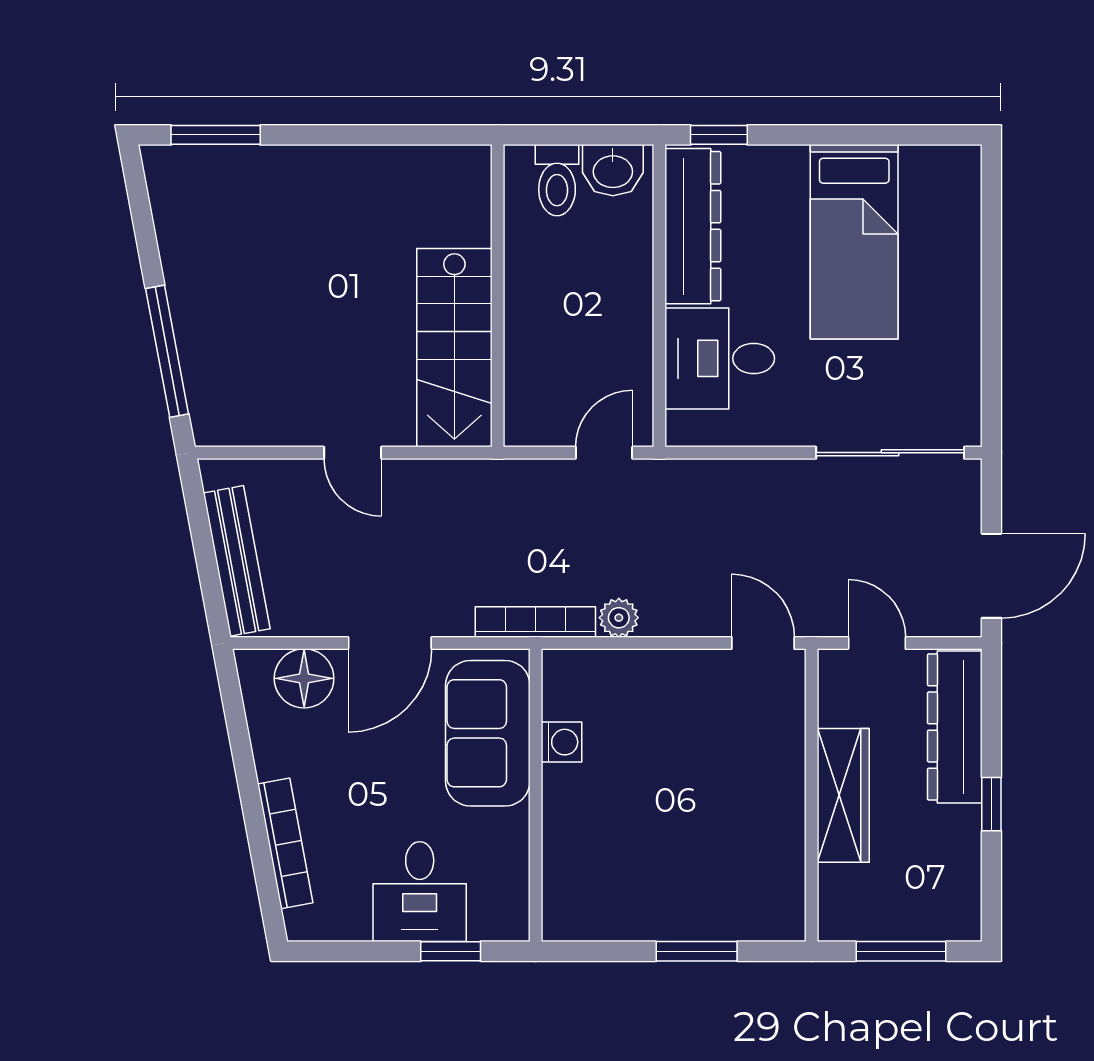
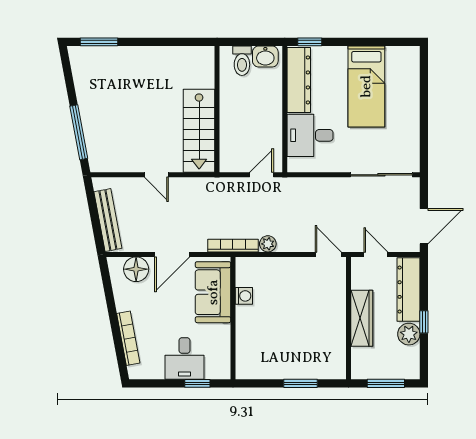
plant: (956, 833) -> (409, 334), added

